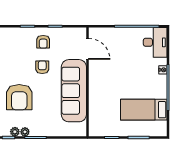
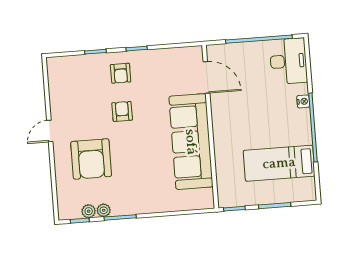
door: (87, 49) -> (206, 77), moved
wall: (87, 82) -> (210, 127), moved
sofa: (74, 91) -> (191, 142), moved

